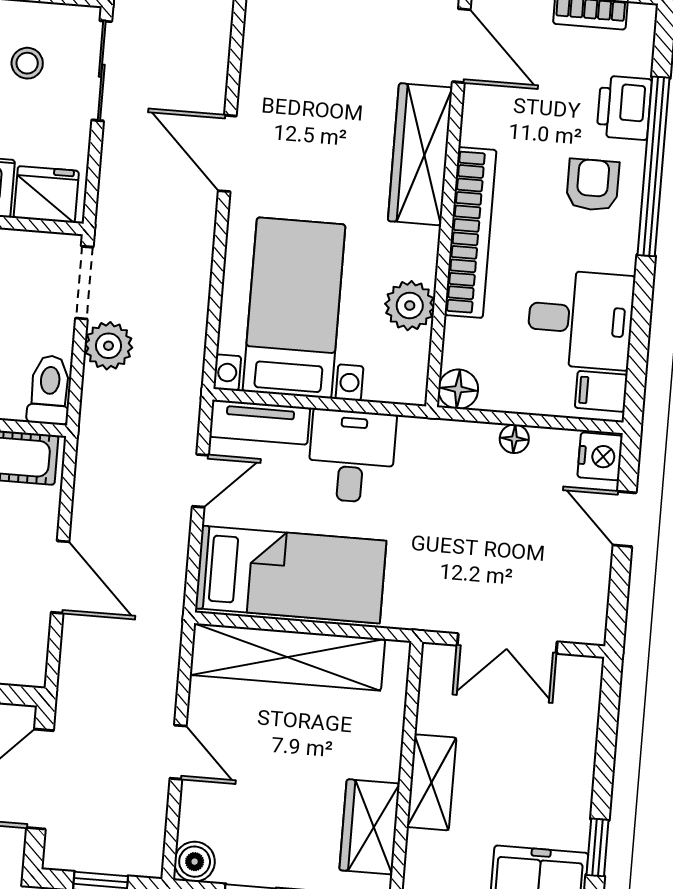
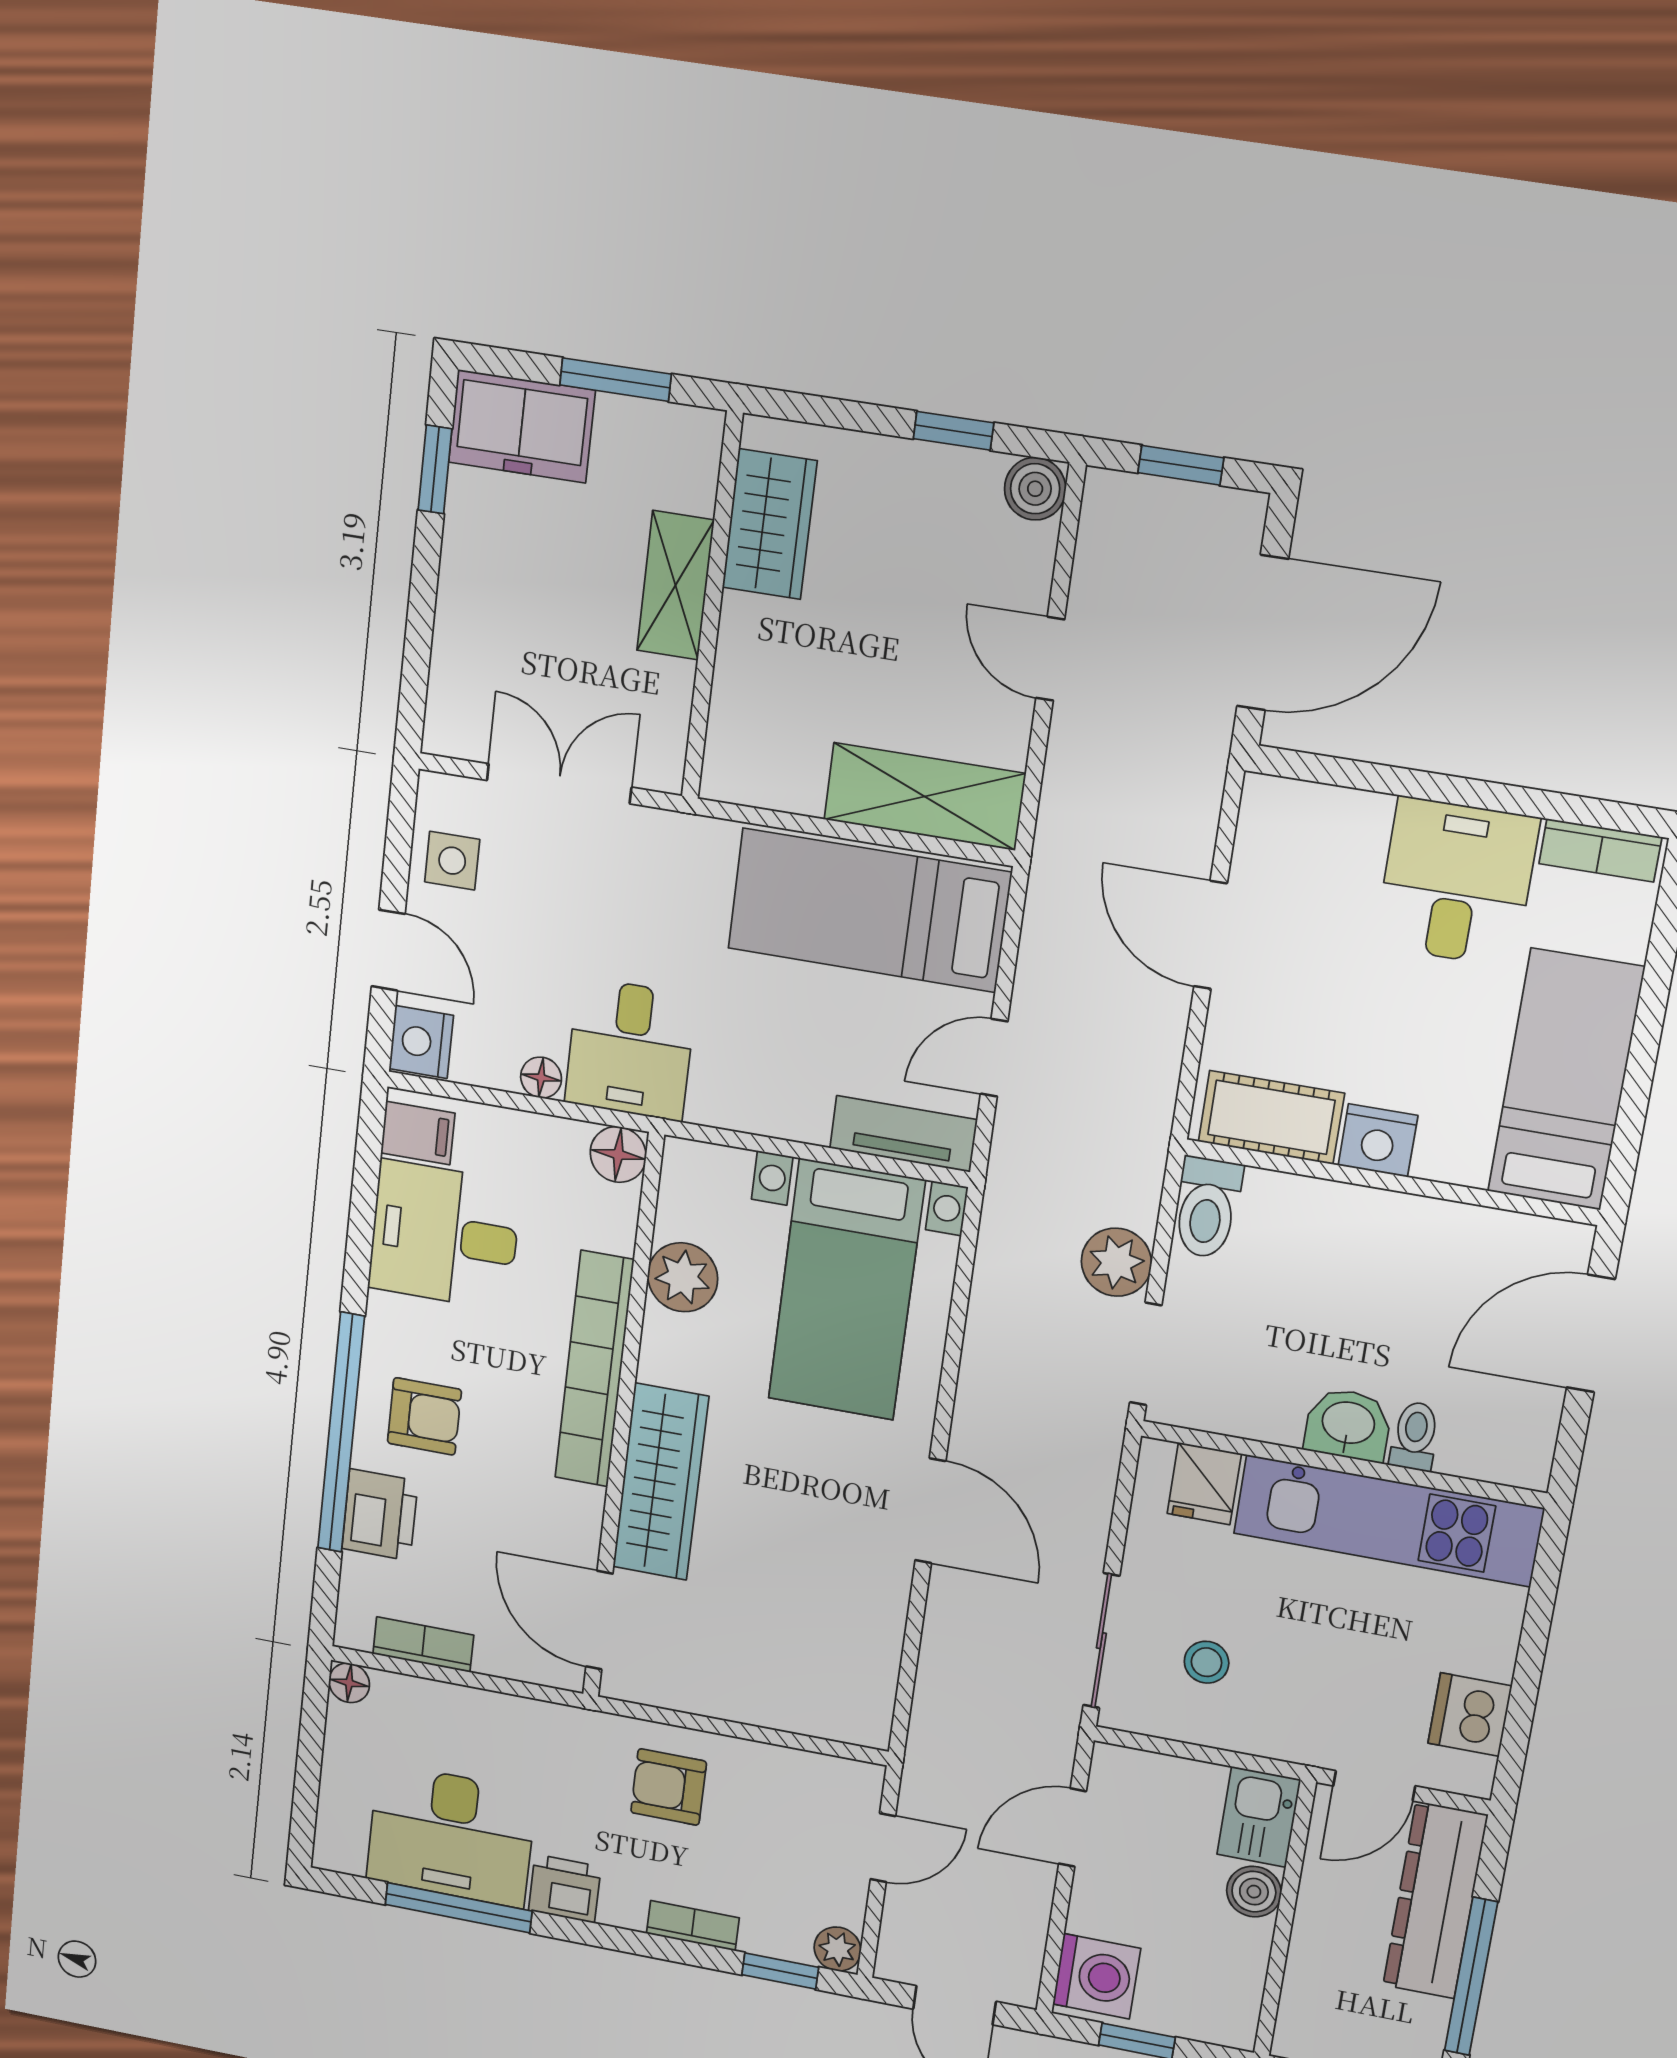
armchair: (593, 185) -> (424, 1416), turned -90
fridge: (46, 194) -> (1204, 1484), width x0.72
desk: (352, 456) -> (630, 1049), moved
side table: (580, 585) -> (452, 861), added
shelving: (287, 657) -> (925, 797), width x0.68

